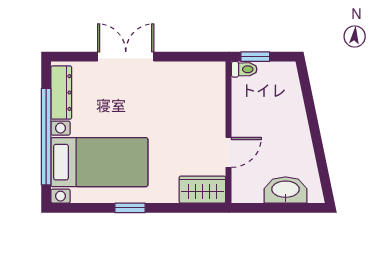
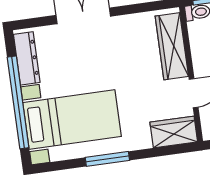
wardrobe: (213, 101) -> (172, 46), added
window: (130, 208) -> (107, 159), width x1.50

